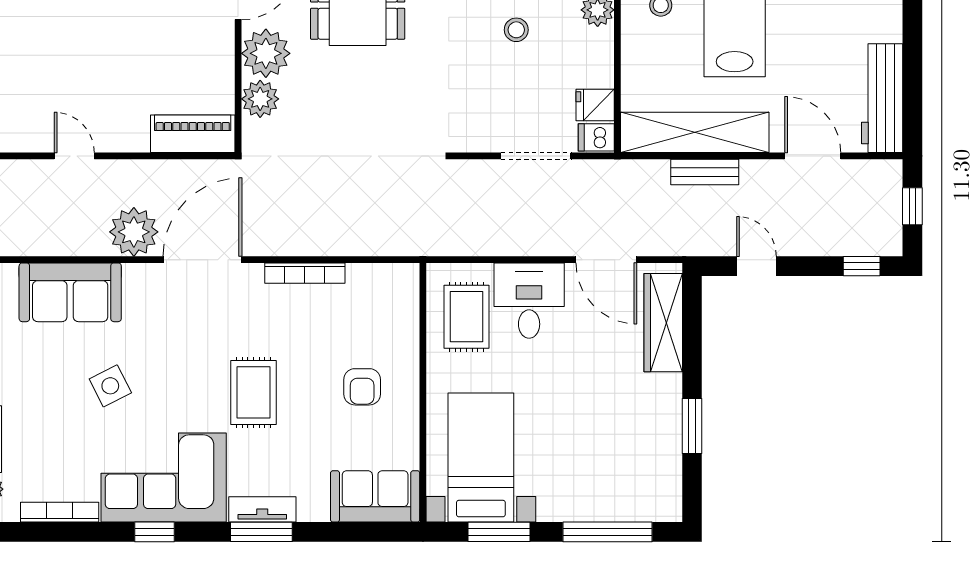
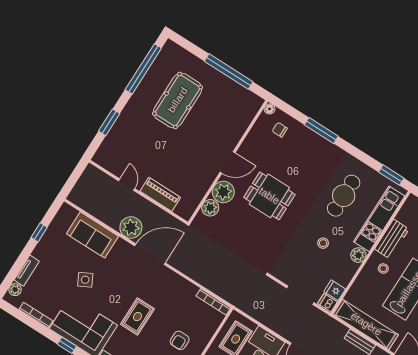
piano: (193, 134) -> (160, 194), moved
bookcase: (305, 273) -> (213, 302), moved

